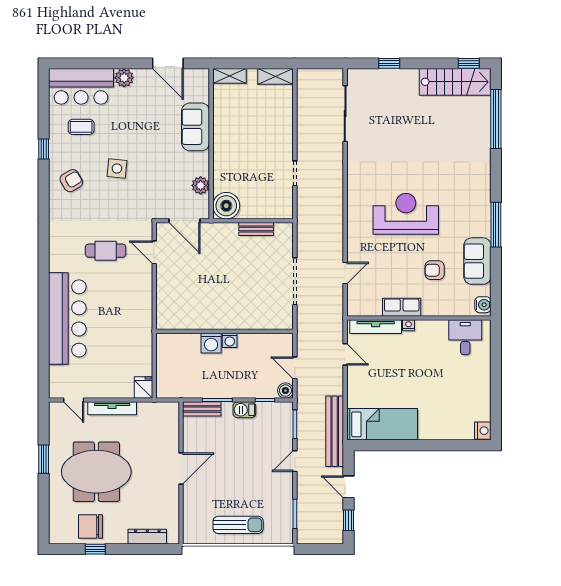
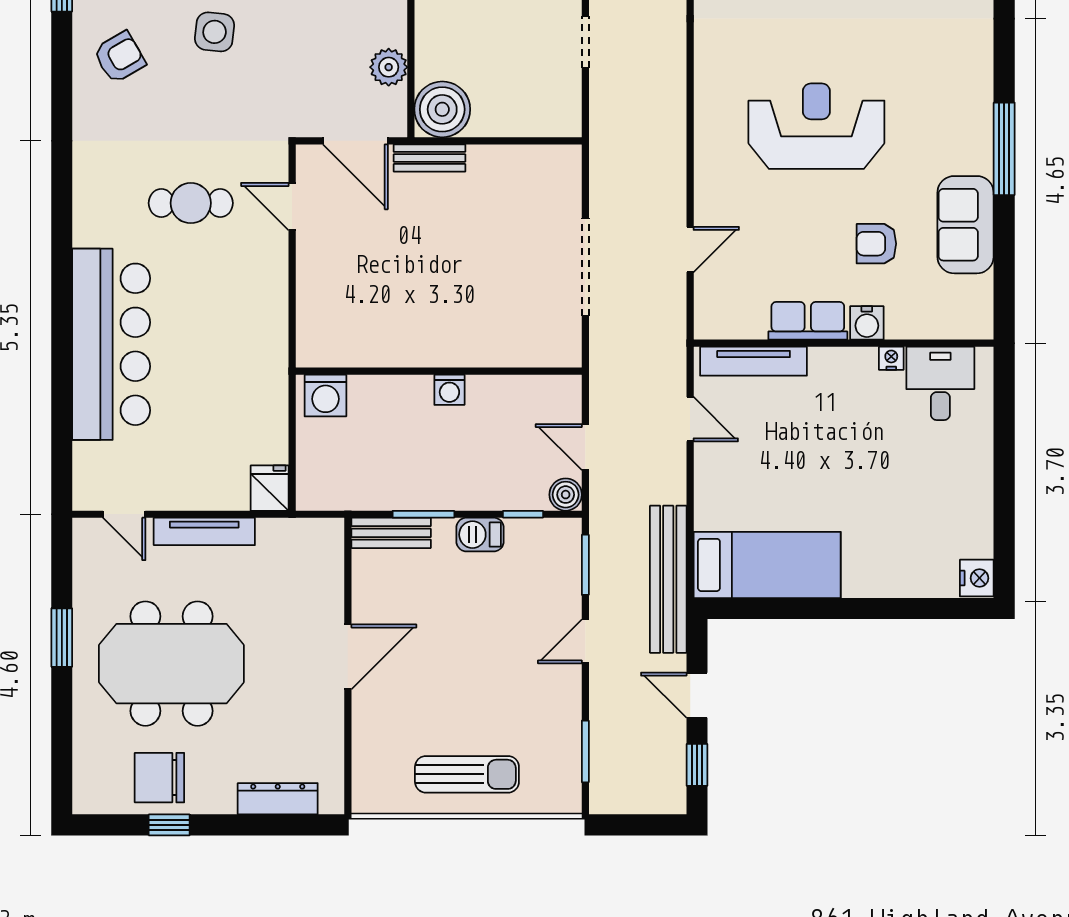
bench: (256, 229) -> (430, 158), moved
water cooler: (483, 305) -> (867, 323), moved, turned 90
nightstand: (409, 325) -> (891, 358), moved
washing machine: (211, 343) -> (325, 396), moved

